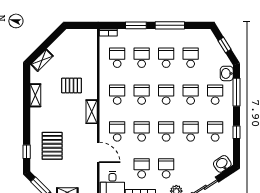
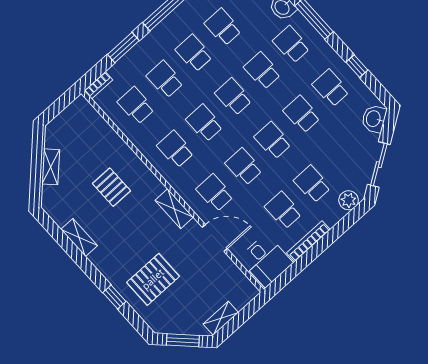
shelving: (42, 60) -> (51, 167), moved
pallet: (72, 85) -> (111, 187), turned 90
shelving: (92, 112) -> (174, 209), moved
pallet: (52, 146) -> (153, 279), turned 90
window: (27, 152) -> (114, 297), moved

